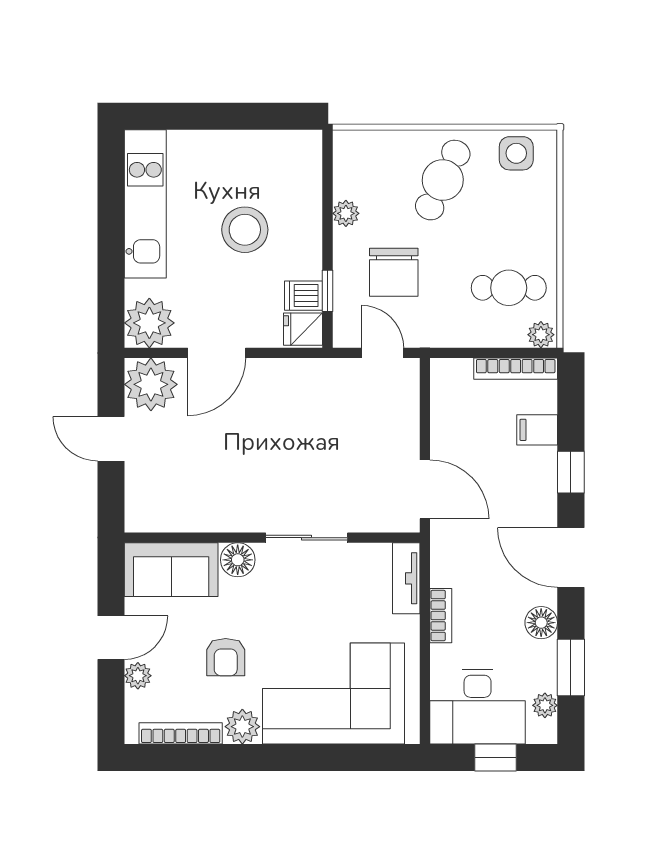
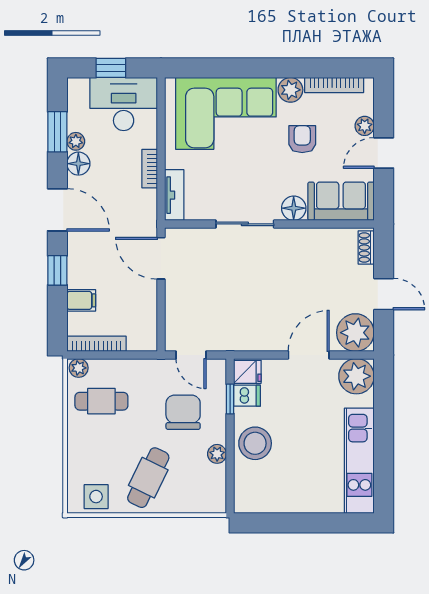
stool: (245, 230) -> (255, 443), moved
shoe rack: (136, 504) -> (366, 247), added
plant: (545, 705) -> (76, 141), moved

